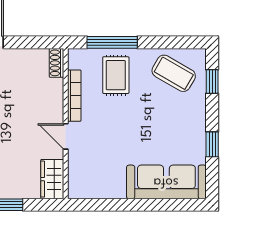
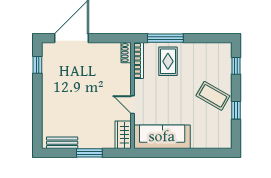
coffee table: (174, 73) -> (213, 96), moved
bookcase: (74, 96) -> (139, 61), moved
sofa: (166, 182) -> (162, 137), moved

